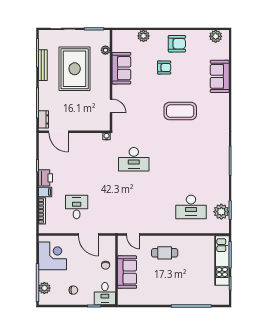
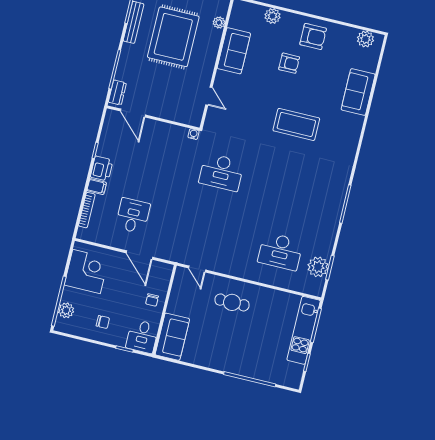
sofa: (127, 272) -> (172, 337), moved

